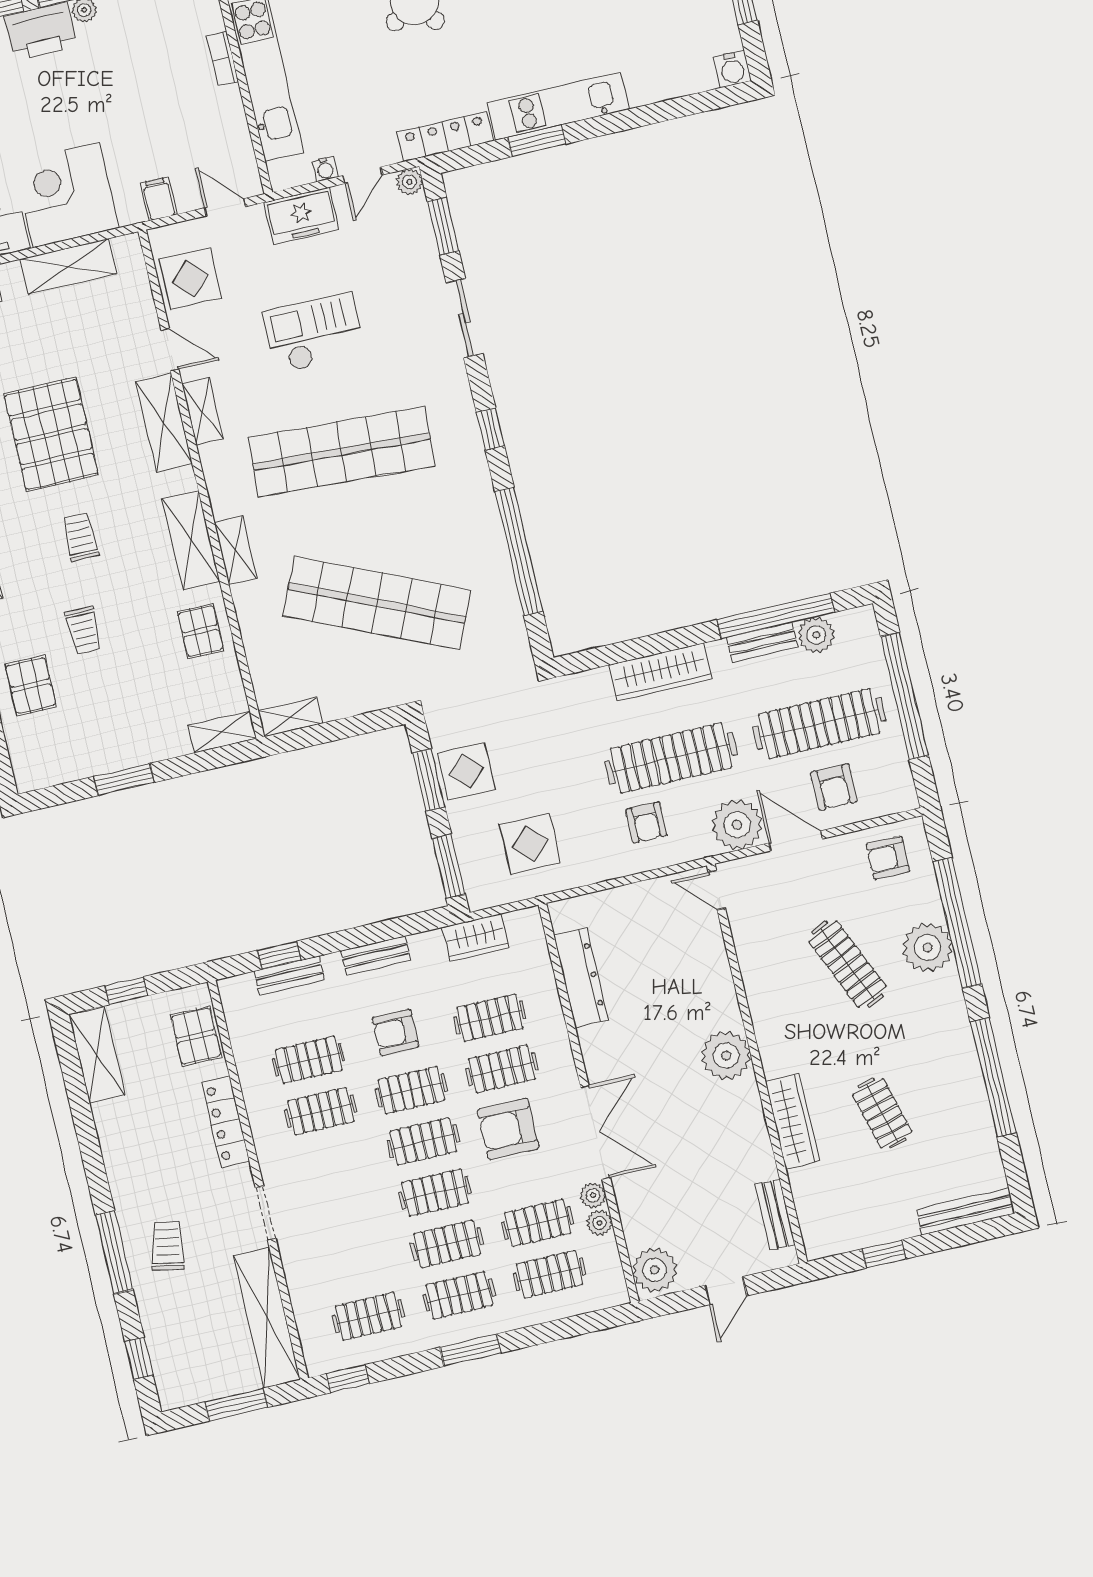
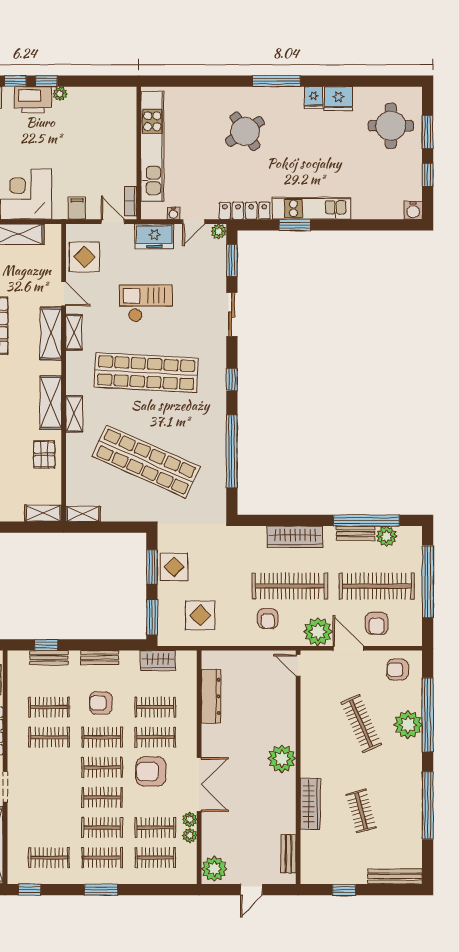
bookcase: (223, 59) -> (131, 201), moved

